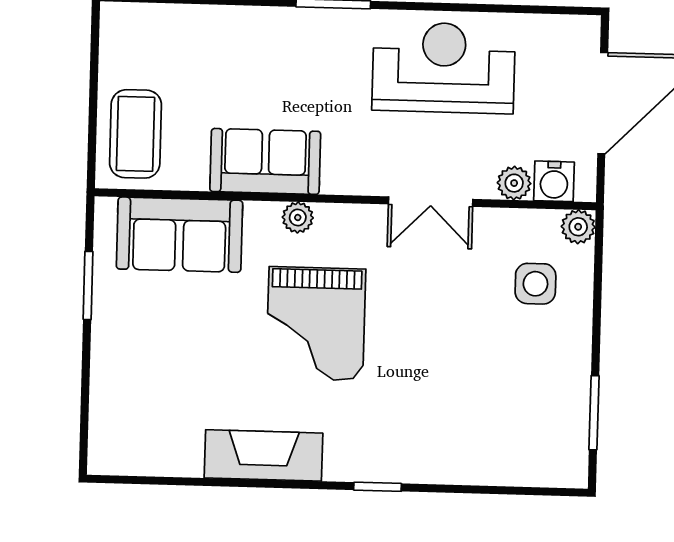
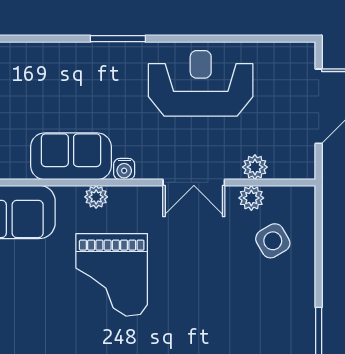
water cooler: (554, 181) -> (124, 169), moved, width x0.72, depth x0.72
plant: (578, 227) -> (251, 198), moved
side table: (535, 284) -> (273, 241), turned -30

